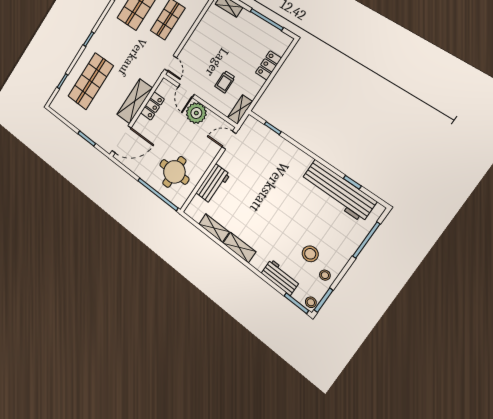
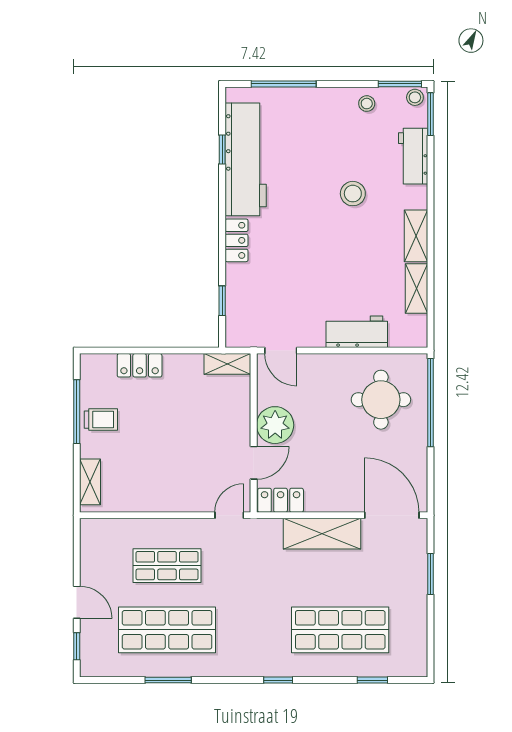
trolley: (225, 82) -> (101, 420), moved
locker: (152, 106) -> (281, 500), moved
locker: (299, 156) -> (236, 240), added
stool: (310, 254) -> (353, 194), moved

